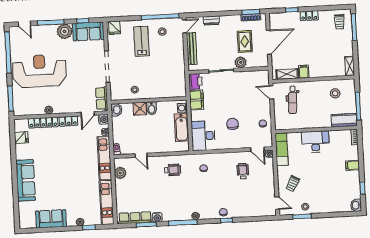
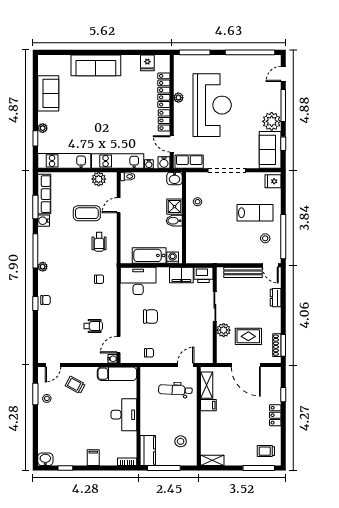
reception desk: (40, 71) -> (212, 105), moved
coffee table: (149, 181) -> (87, 213), added

